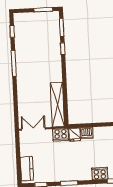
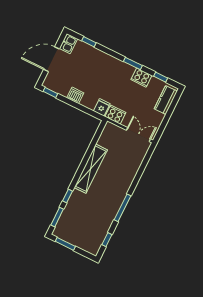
shelving: (57, 105) -> (91, 169), moved
double door: (33, 129) -> (138, 135), swing flipped
dishwasher: (87, 133) -> (75, 95), moved
cooker: (100, 174) -> (141, 78), moved

